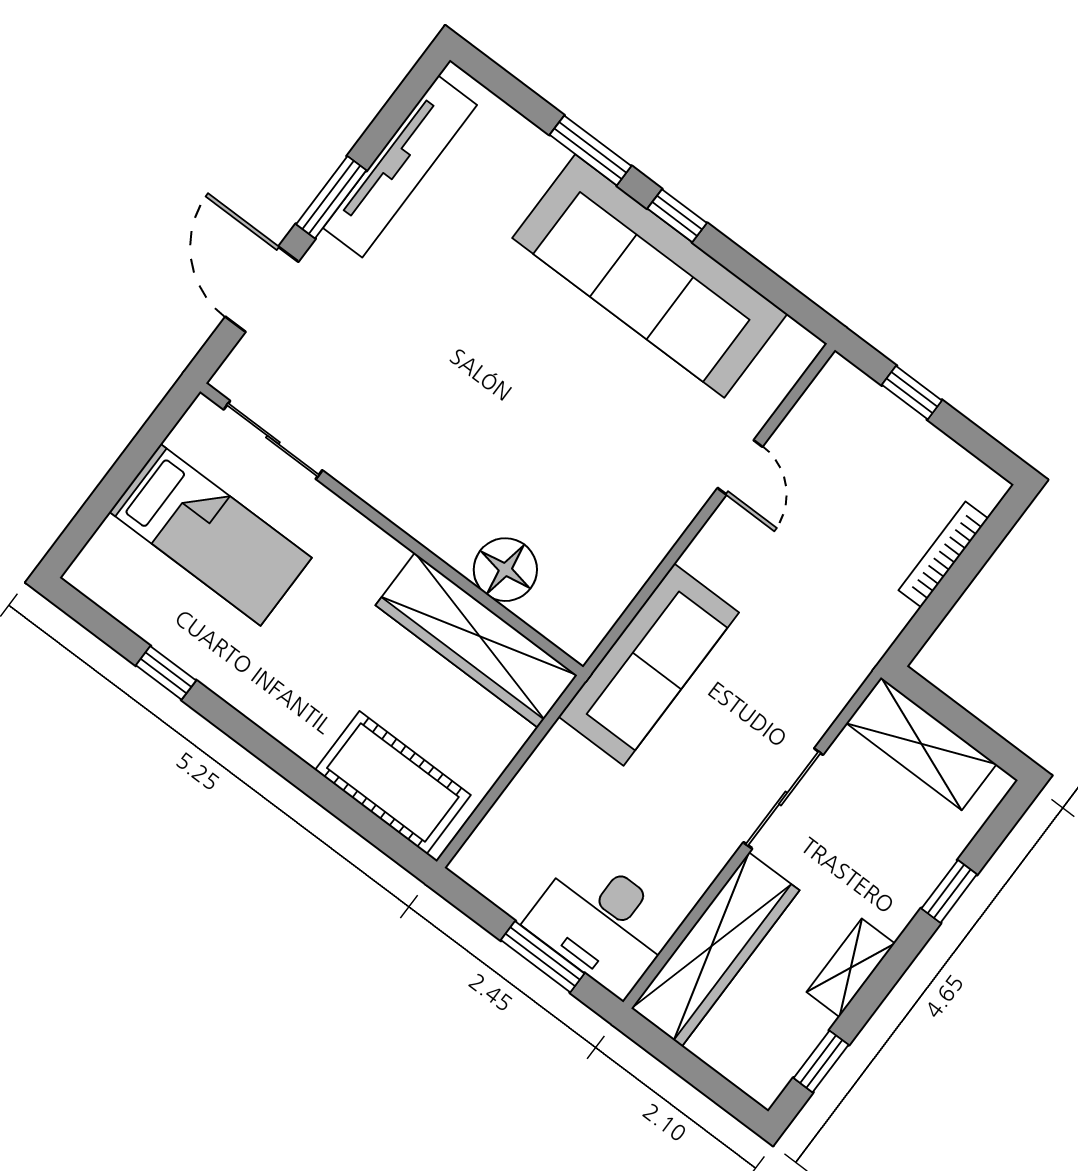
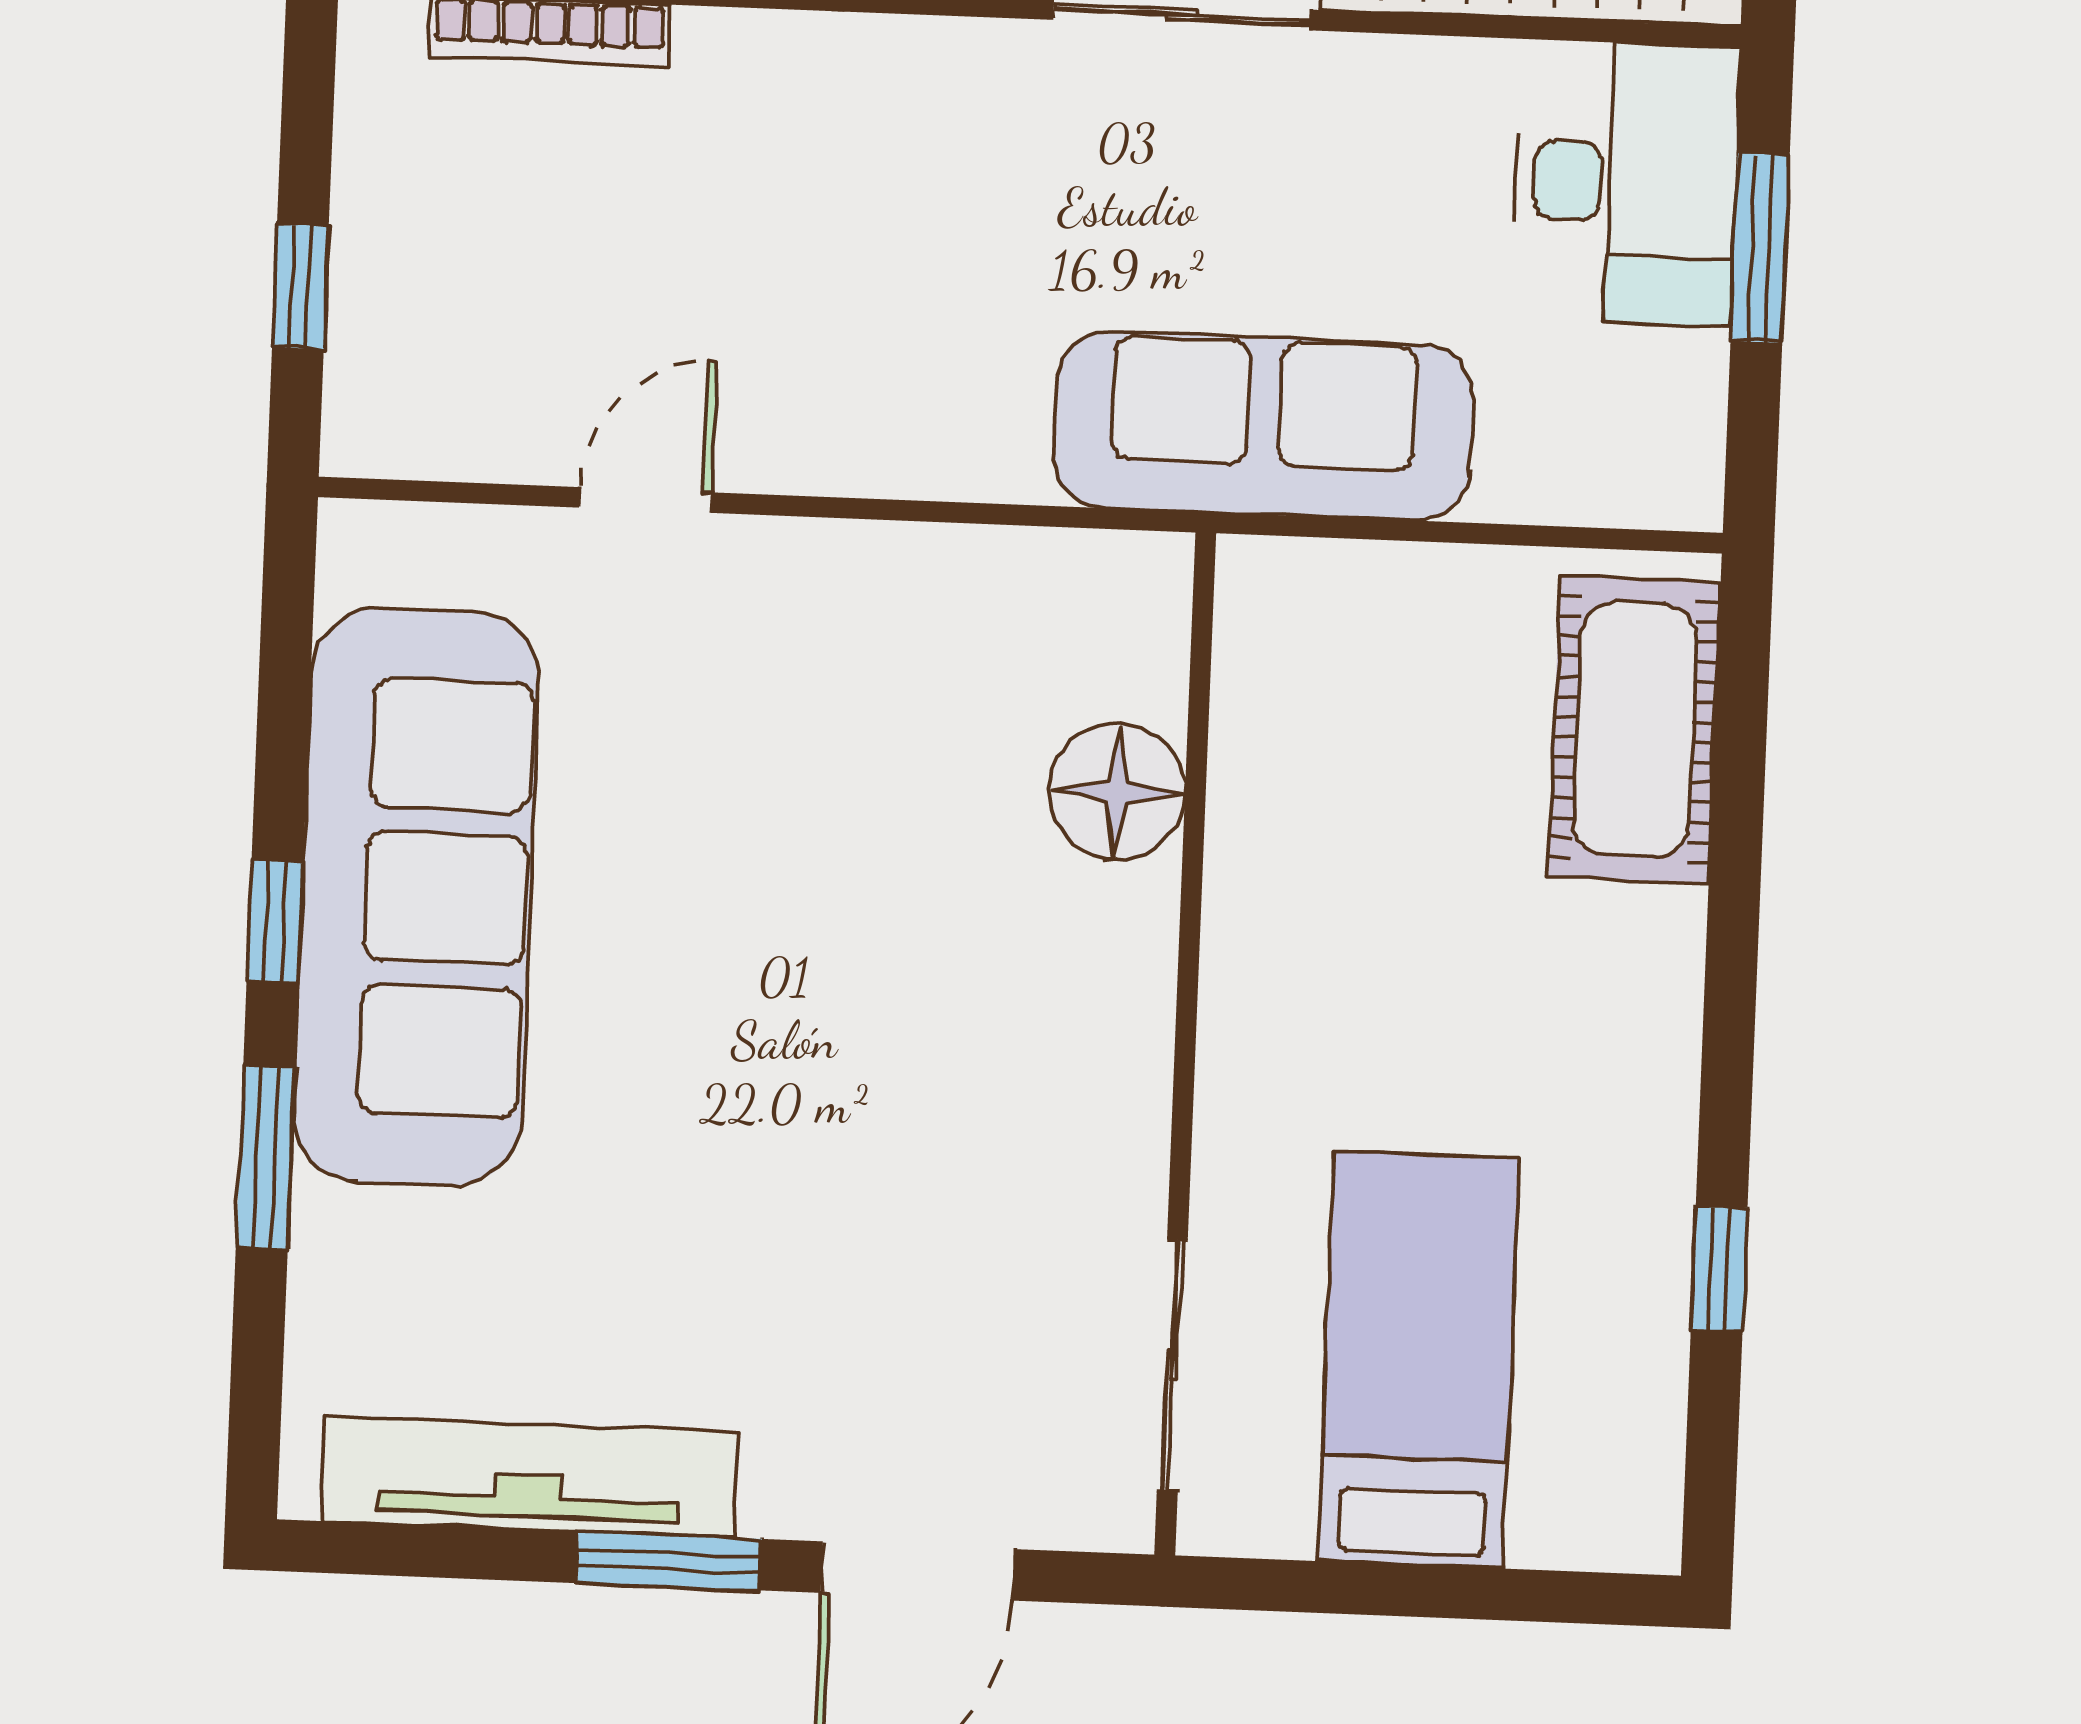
wardrobe: (476, 640) -> (1278, 756), removed
sofa: (649, 664) -> (1263, 426), moved

